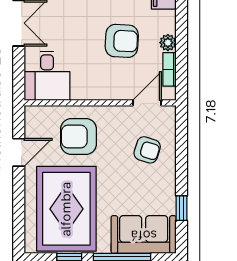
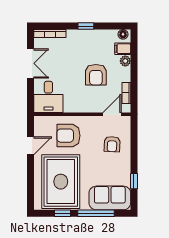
armchair: (122, 41) -> (96, 75), turned 87
plant: (168, 43) -> (125, 61), moved
armchair: (147, 150) -> (112, 144), turned 75

